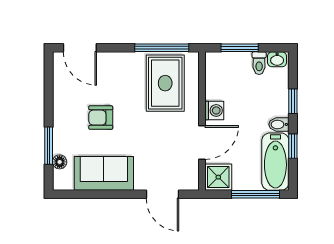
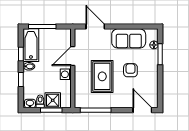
rug: (165, 83) -> (102, 76), moved
armchair: (101, 118) -> (130, 70), turned -90
shower: (218, 177) -> (53, 100), moved

